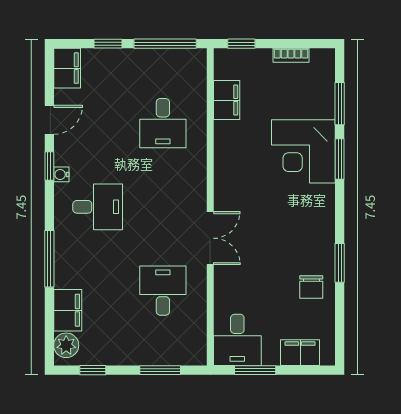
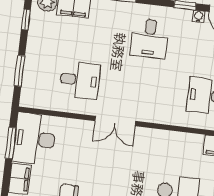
water cooler: (61, 174) -> (199, 16), moved
desk: (237, 340) -> (35, 139), width x1.37

